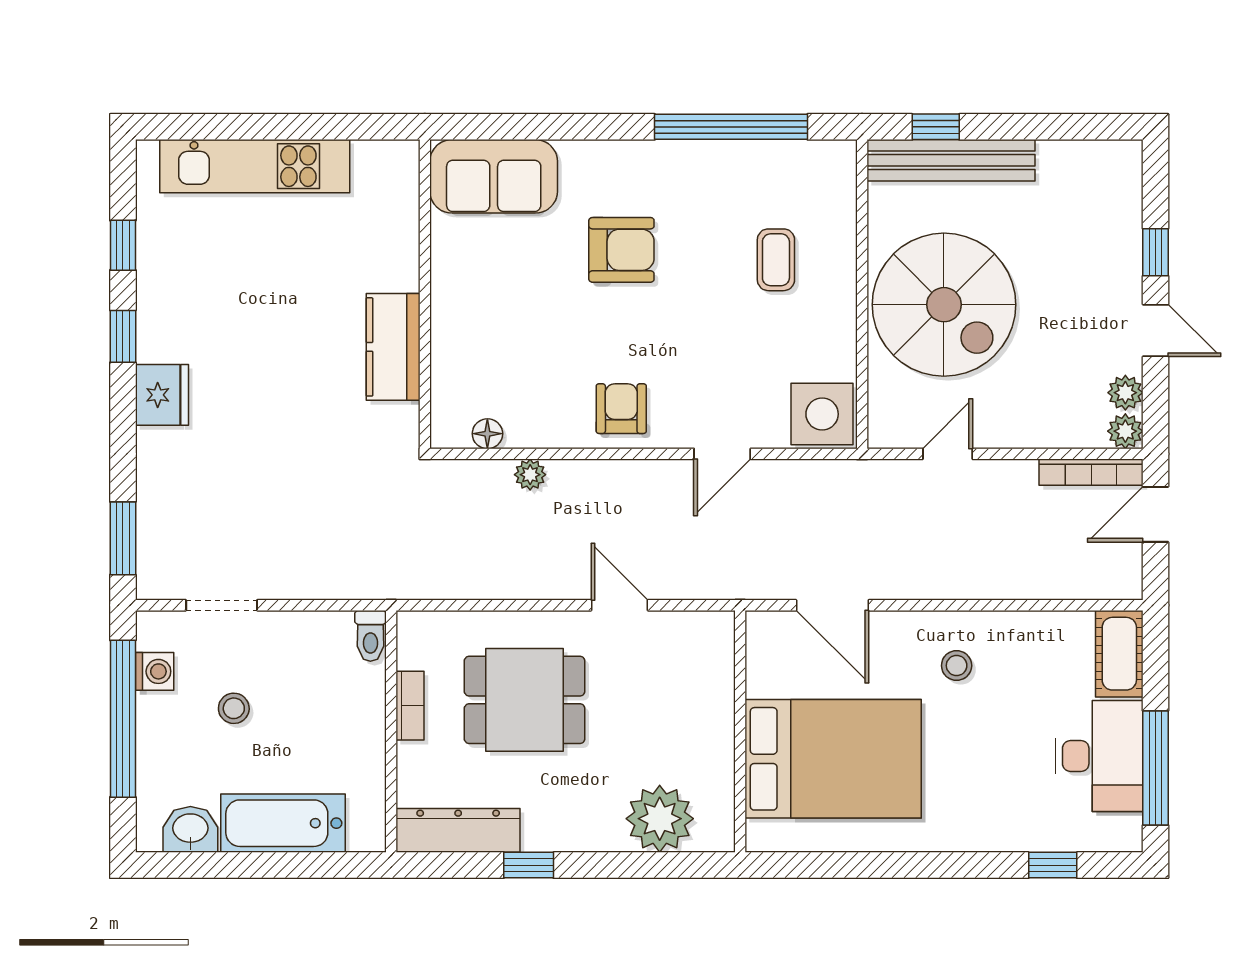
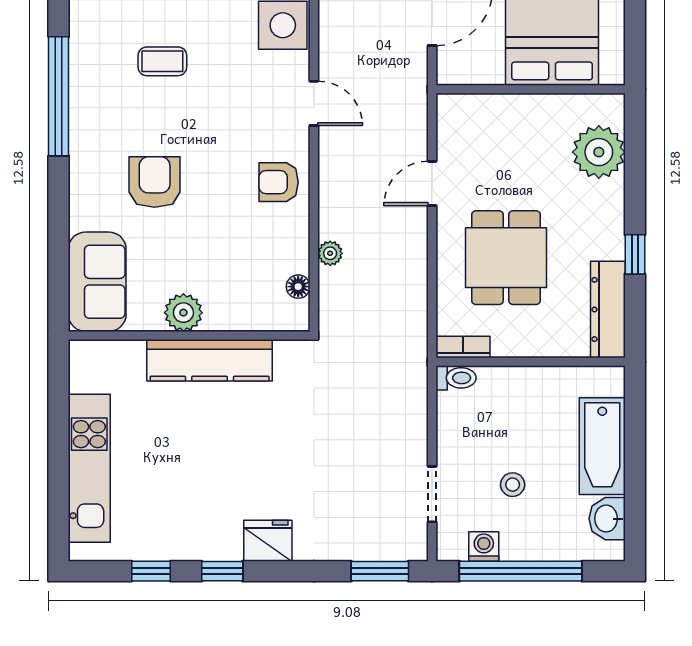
plant: (454, 287) -> (183, 313), added
kitchen counter: (393, 347) -> (210, 360), width x1.50
bookcase: (410, 706) -> (463, 347), moved

